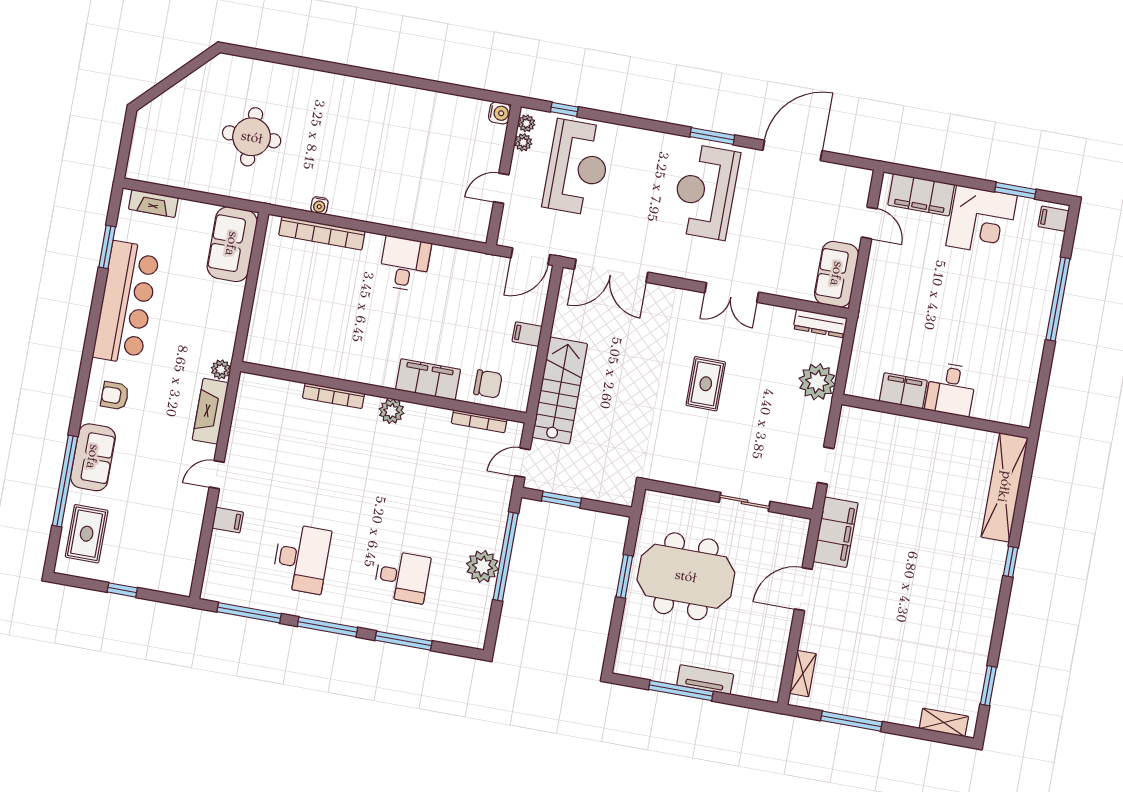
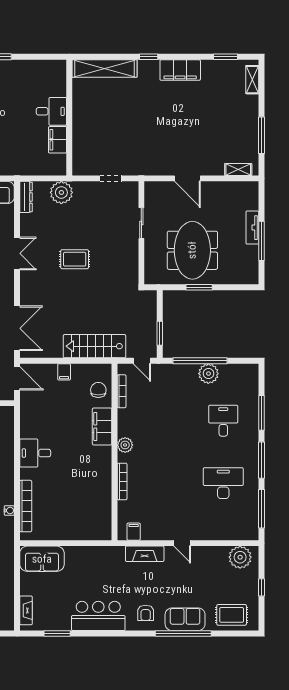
bar counter: (126, 303) -> (98, 616), width x0.73
plant: (221, 369) -> (240, 557), moved, width x1.88, depth x1.88
window: (65, 481) -> (183, 634), moved
filing cabinet: (228, 520) -> (134, 532), moved
filing cabinet: (836, 532) -> (180, 70), moved, turned 180

